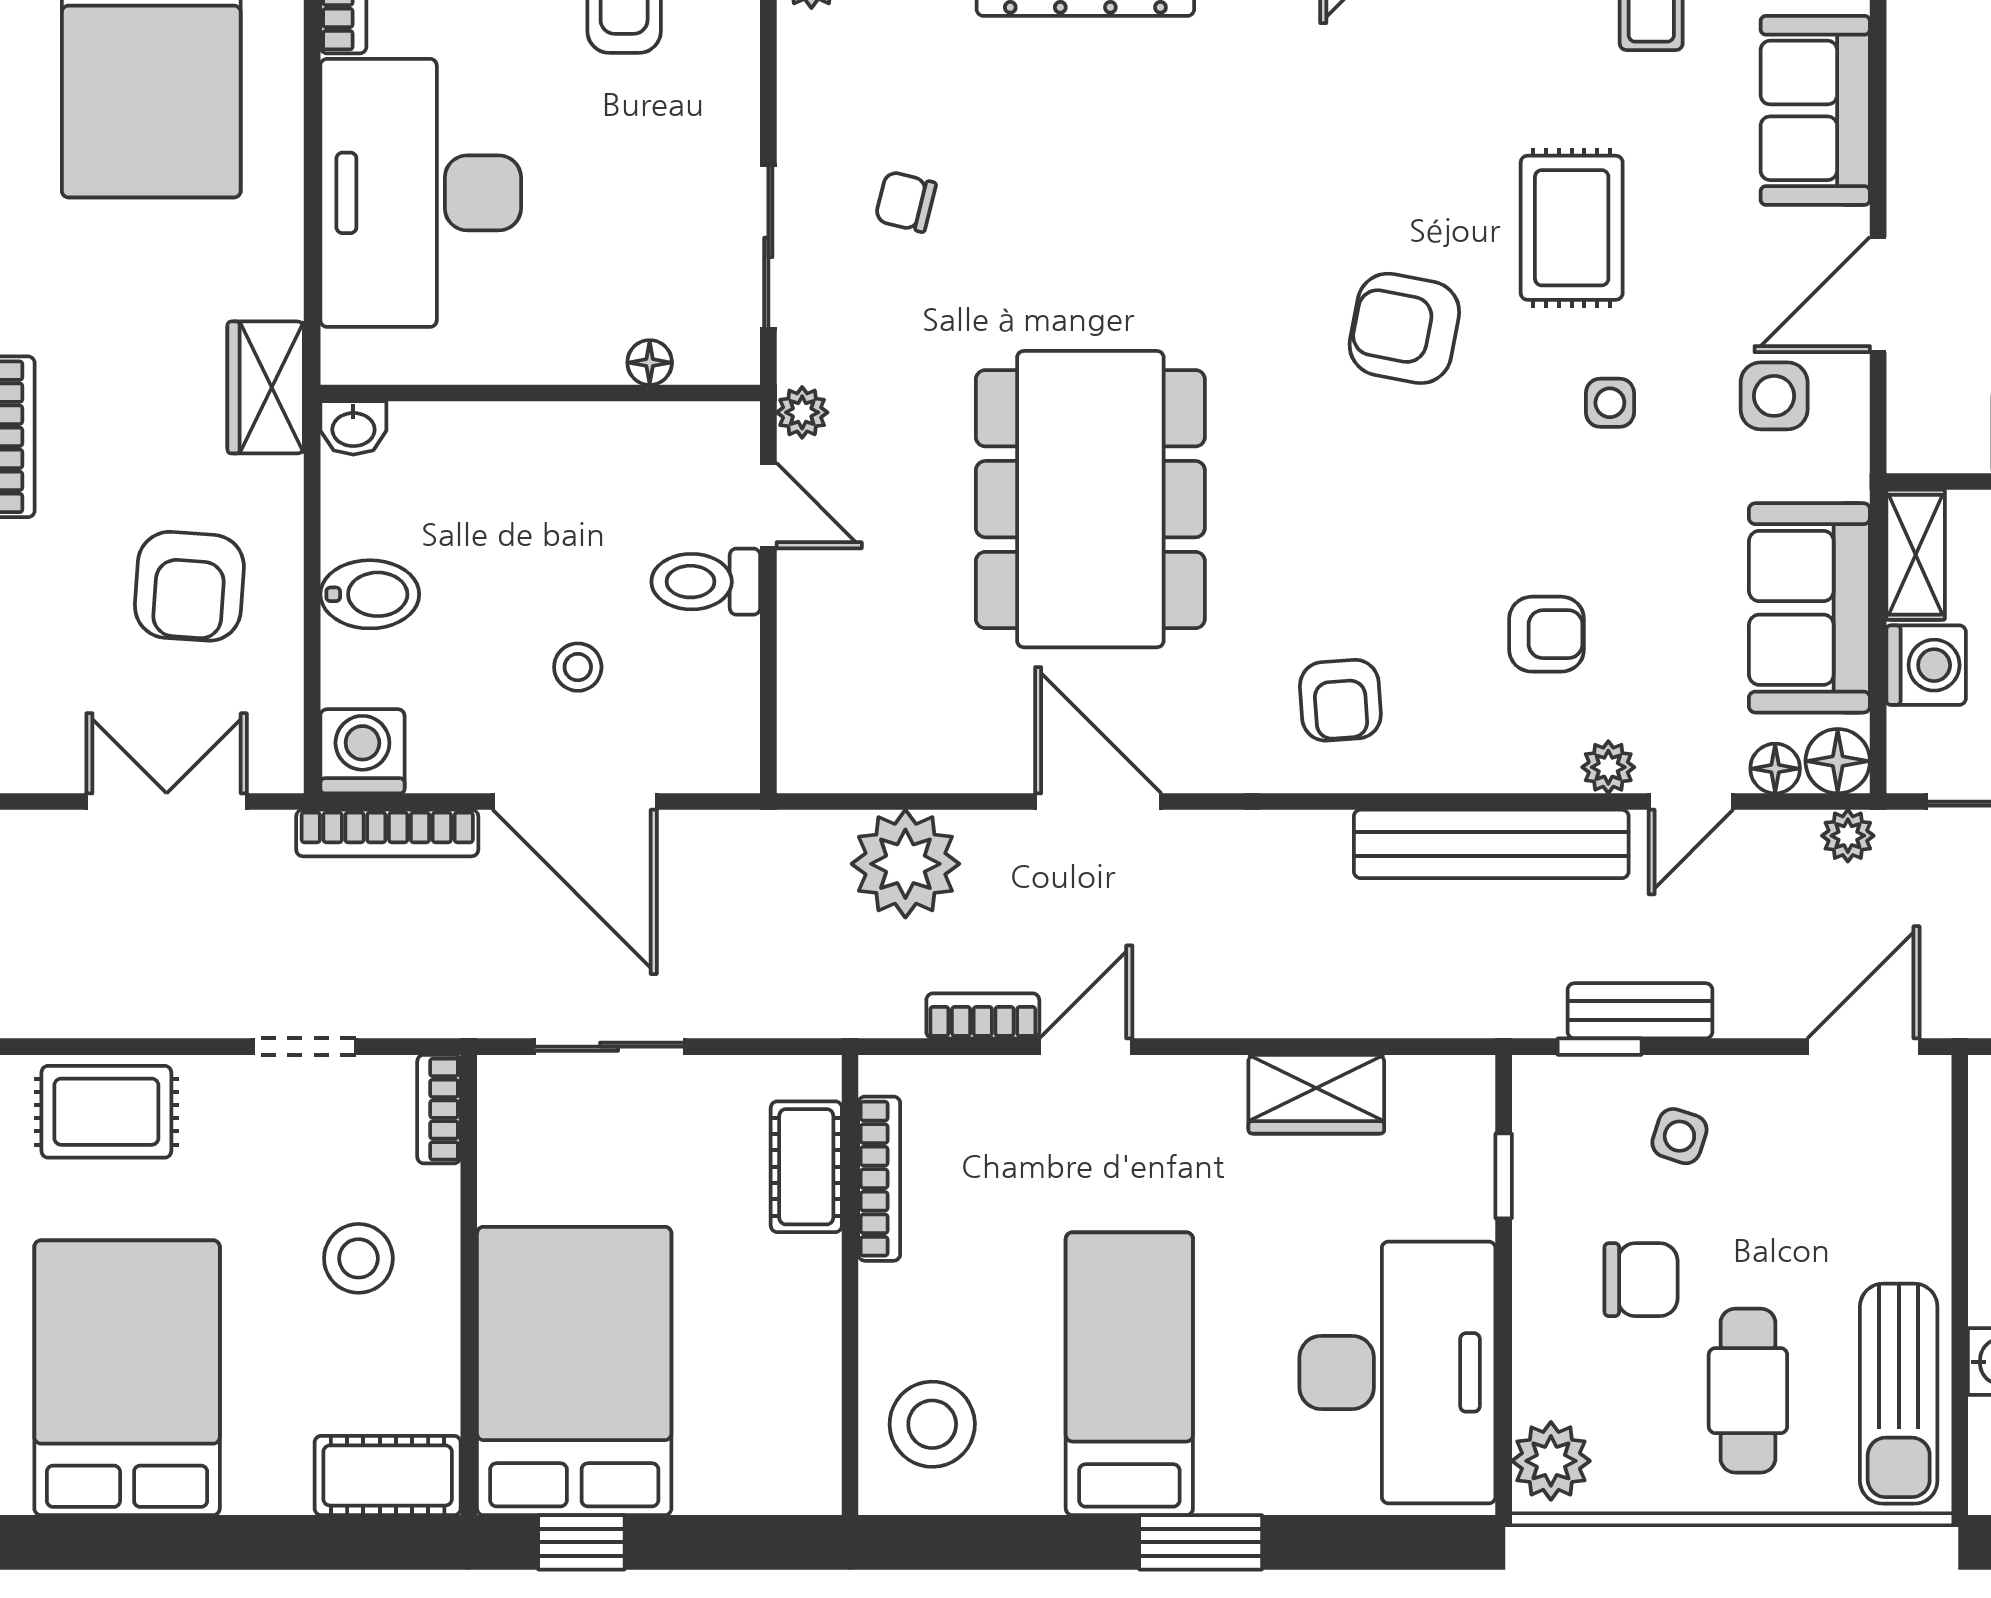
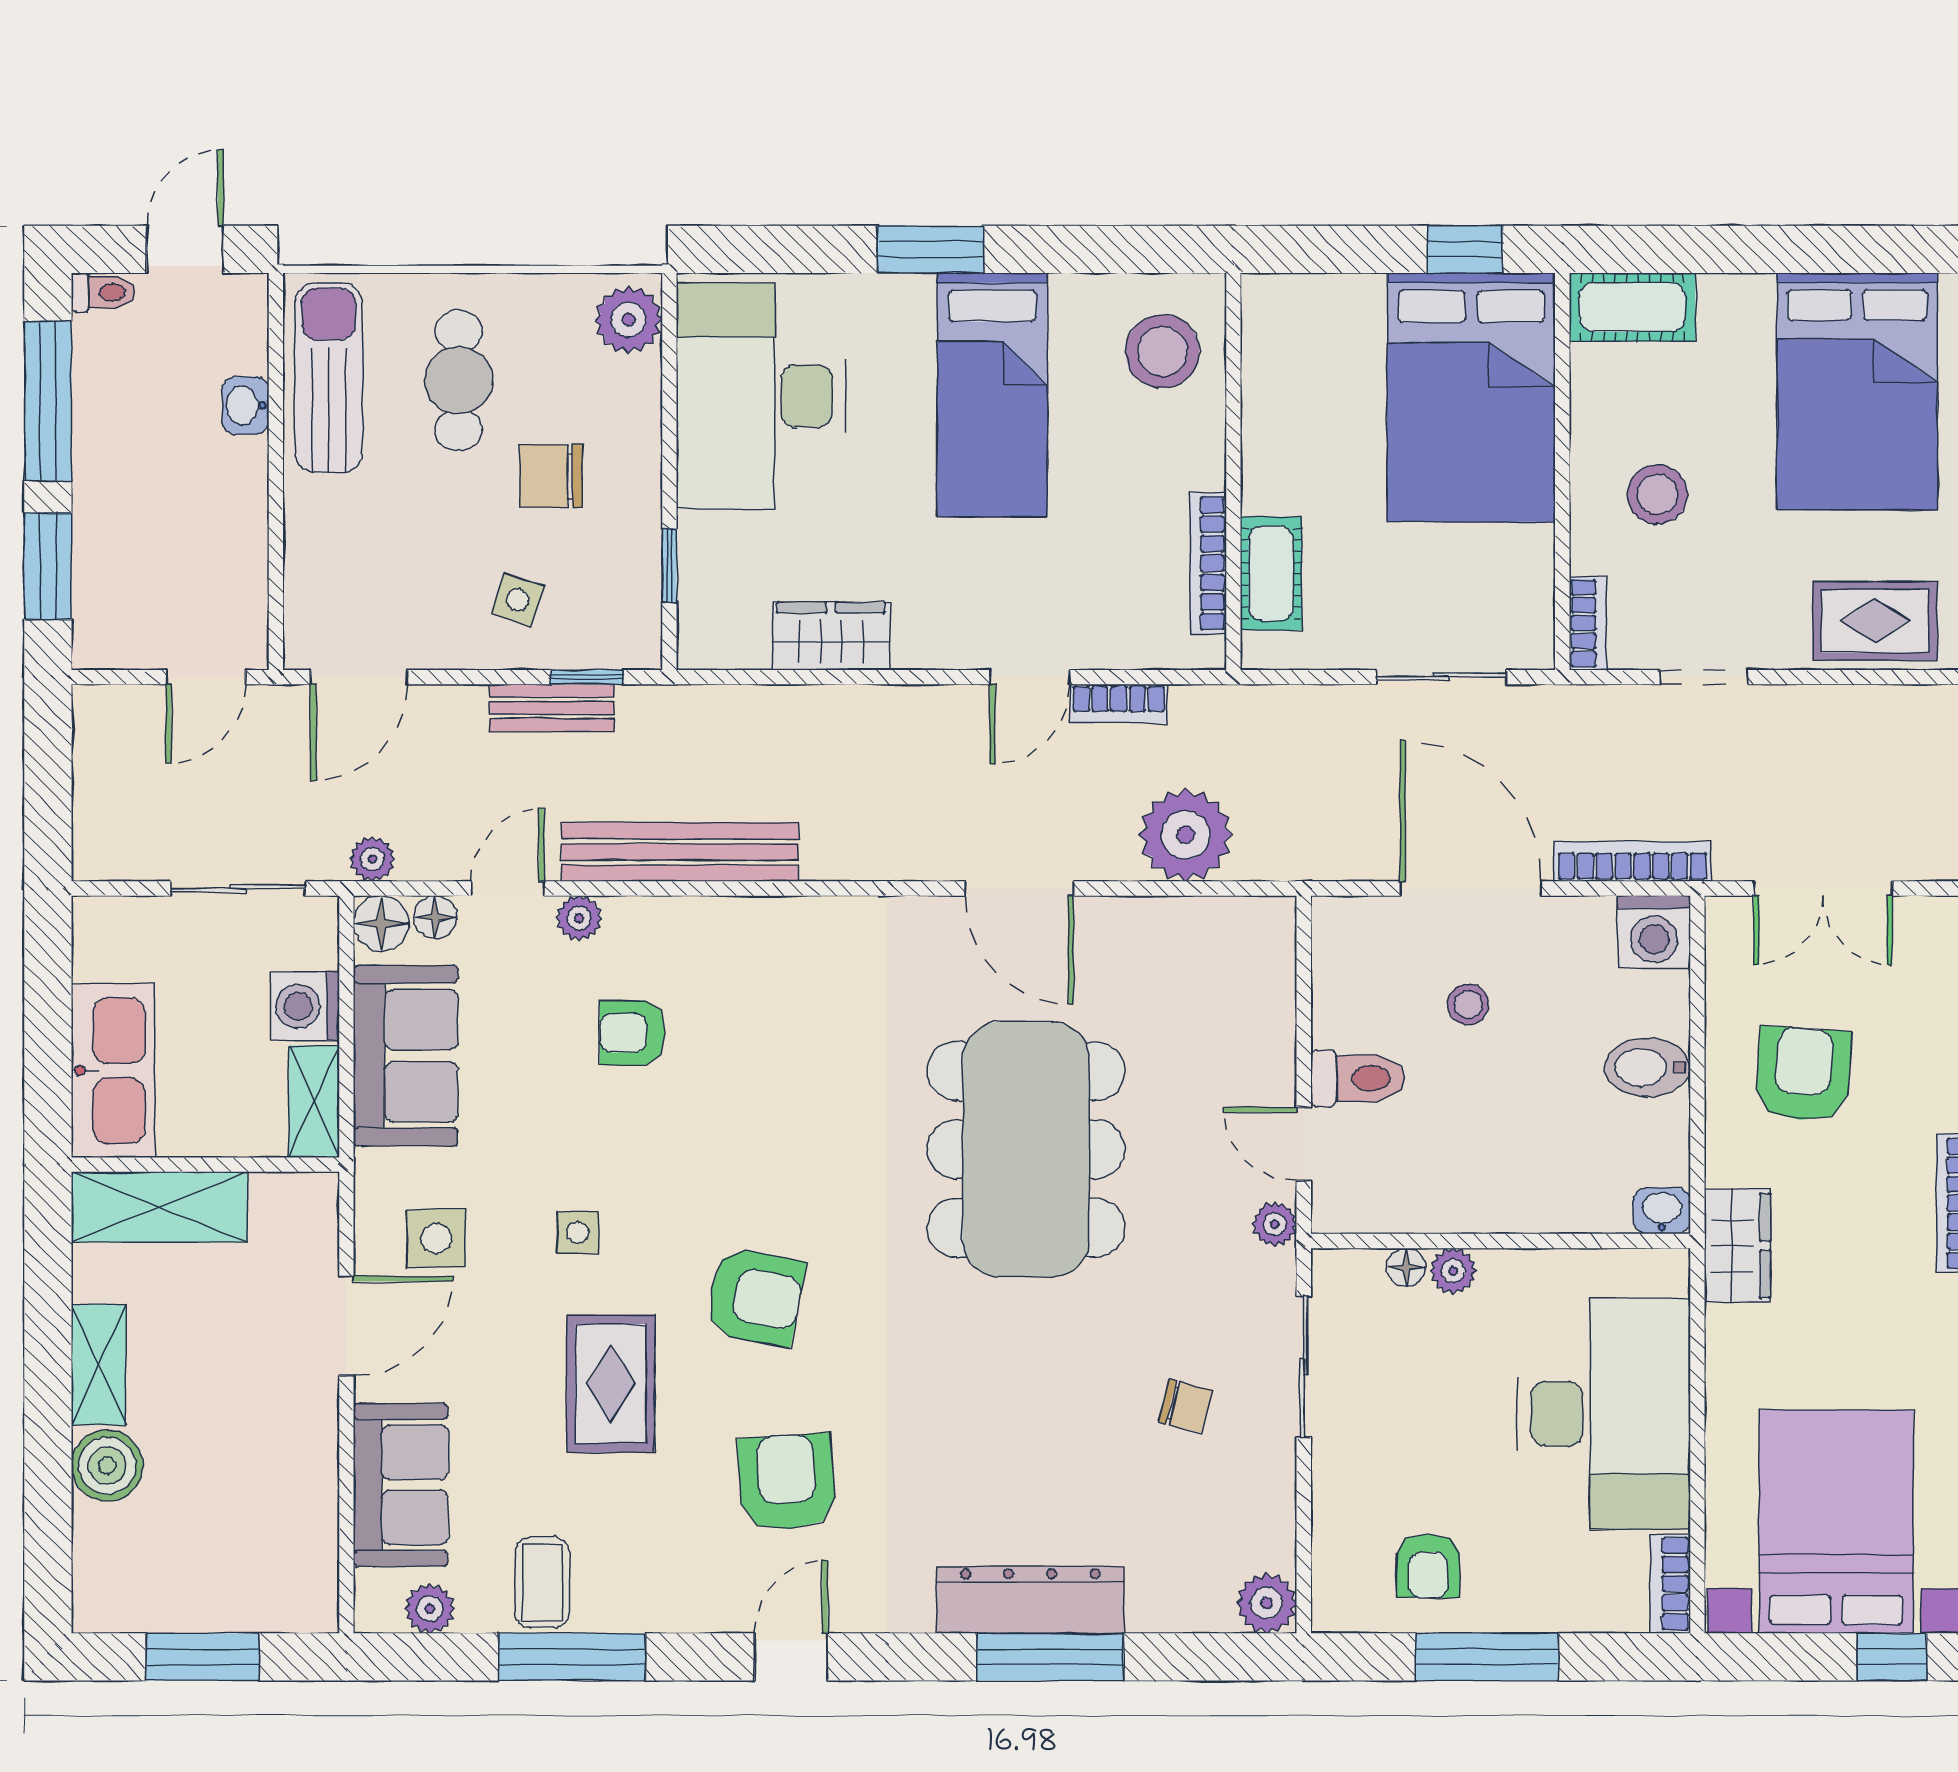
plant: (595, 358) -> (1453, 1271), added
armchair: (1340, 700) -> (787, 1482), moved, width x1.38, depth x1.38

